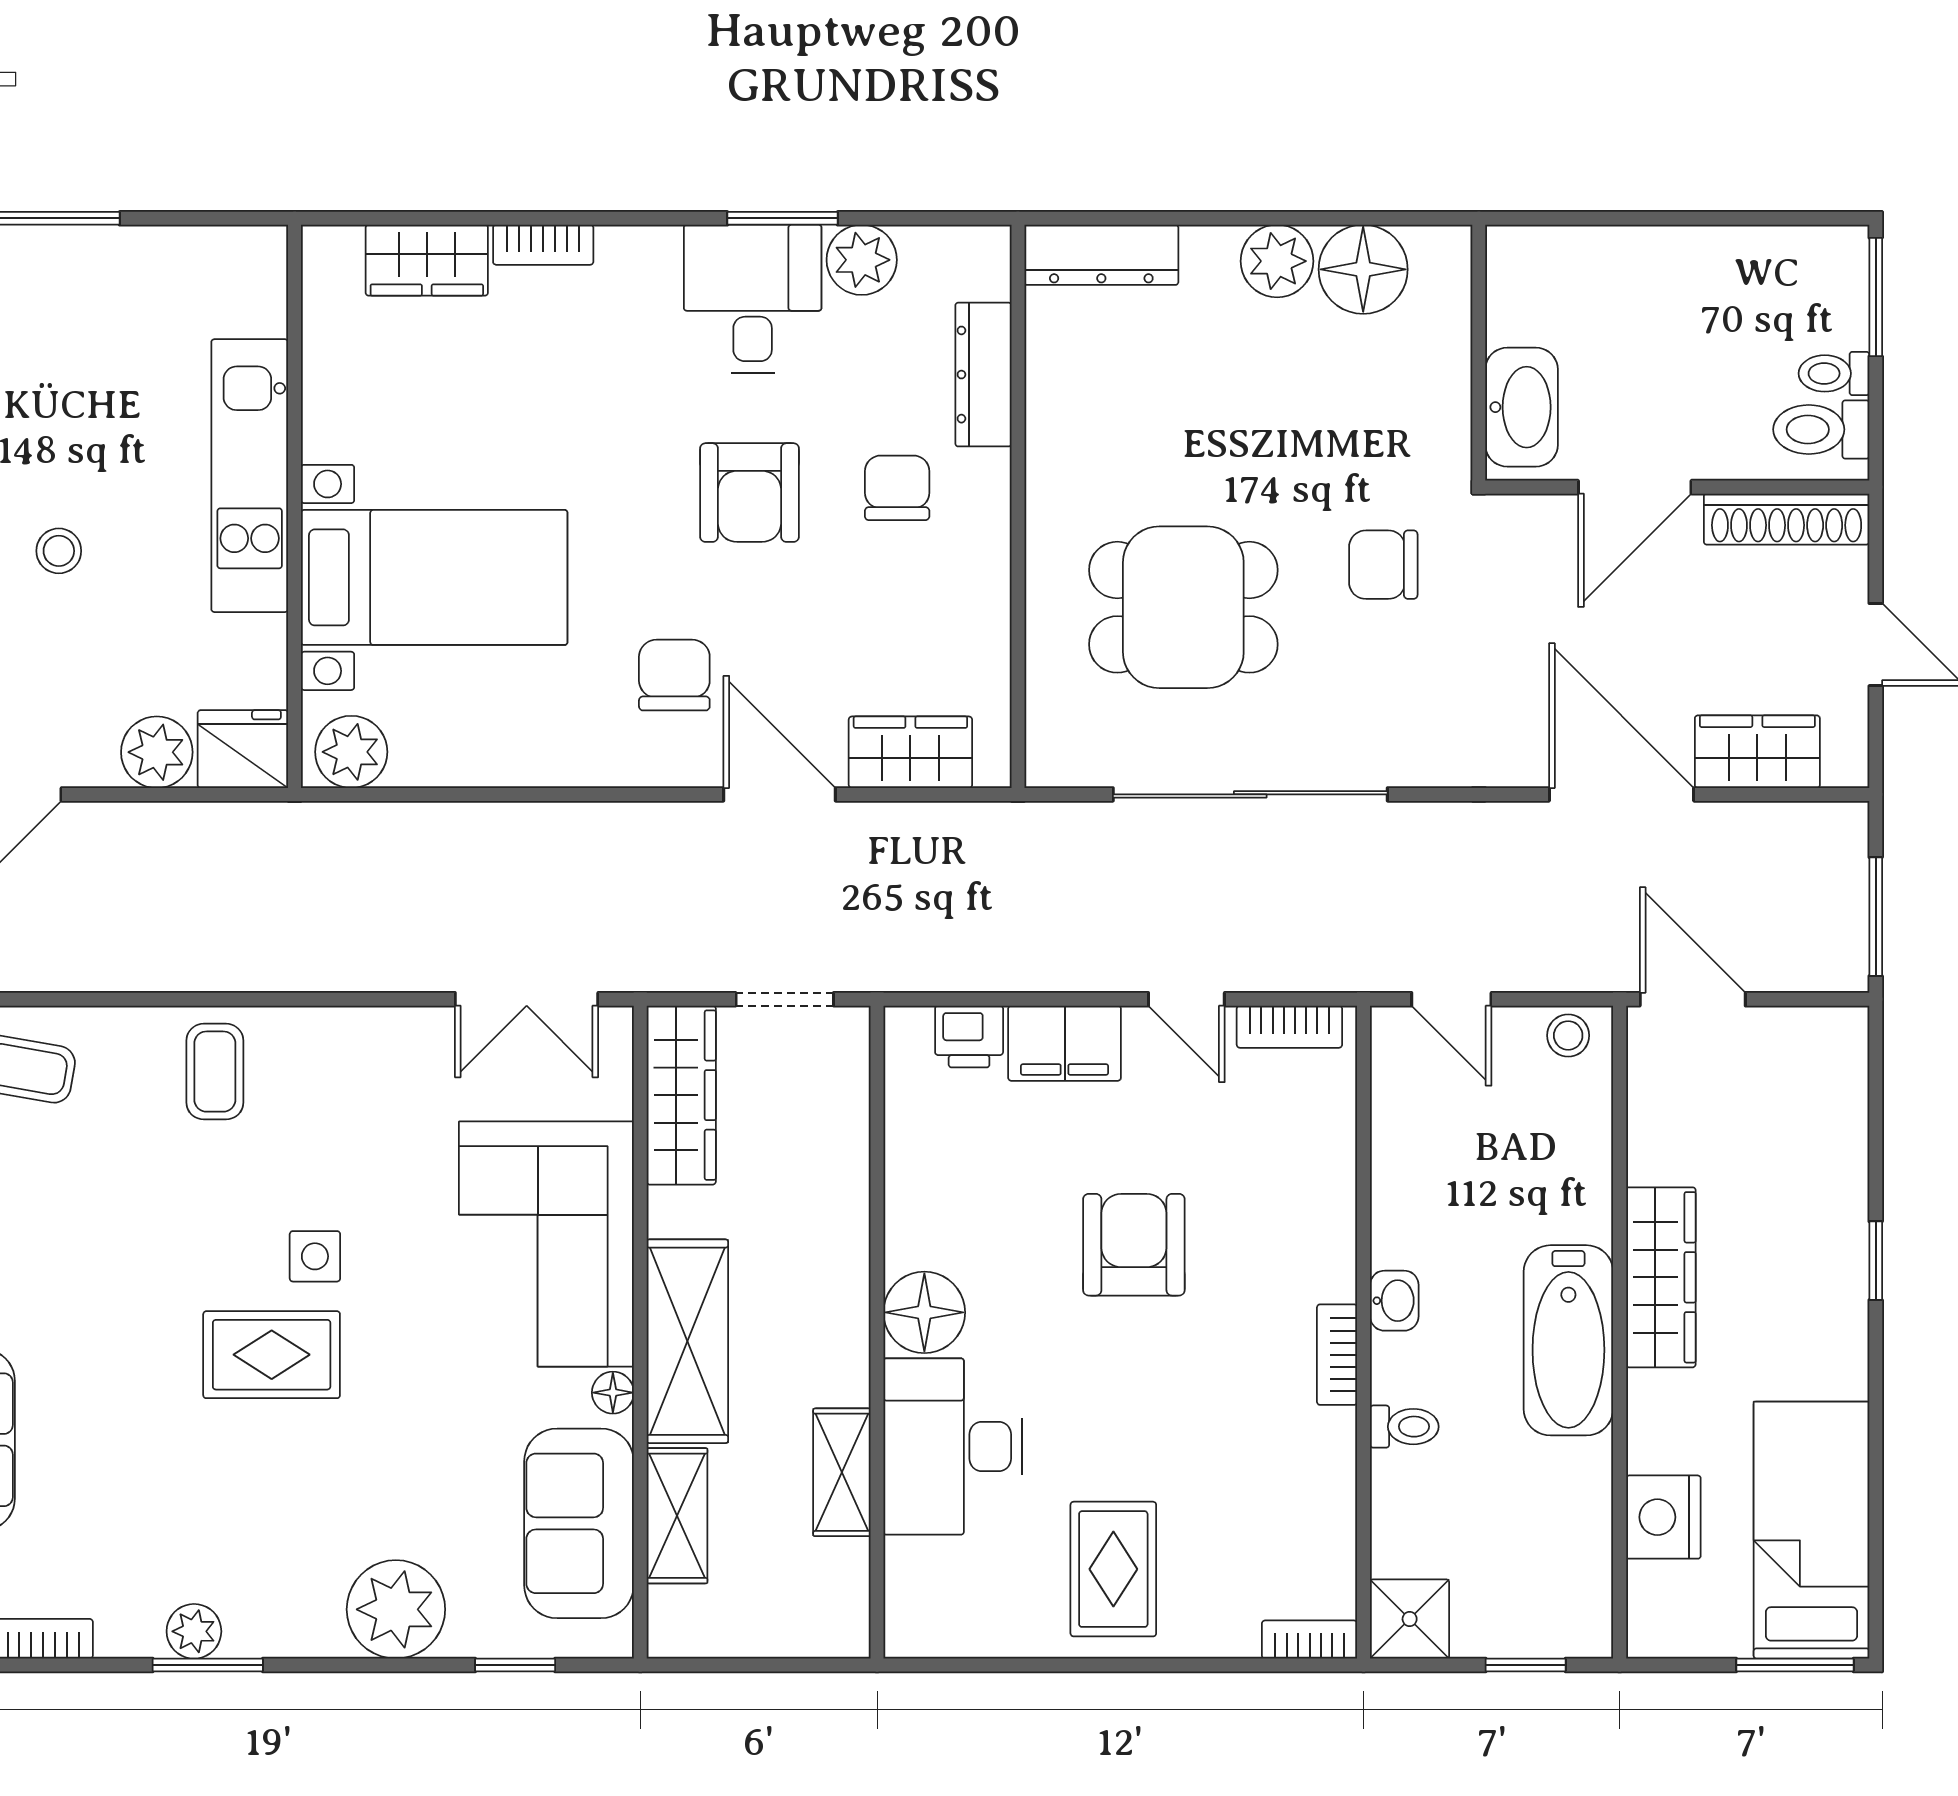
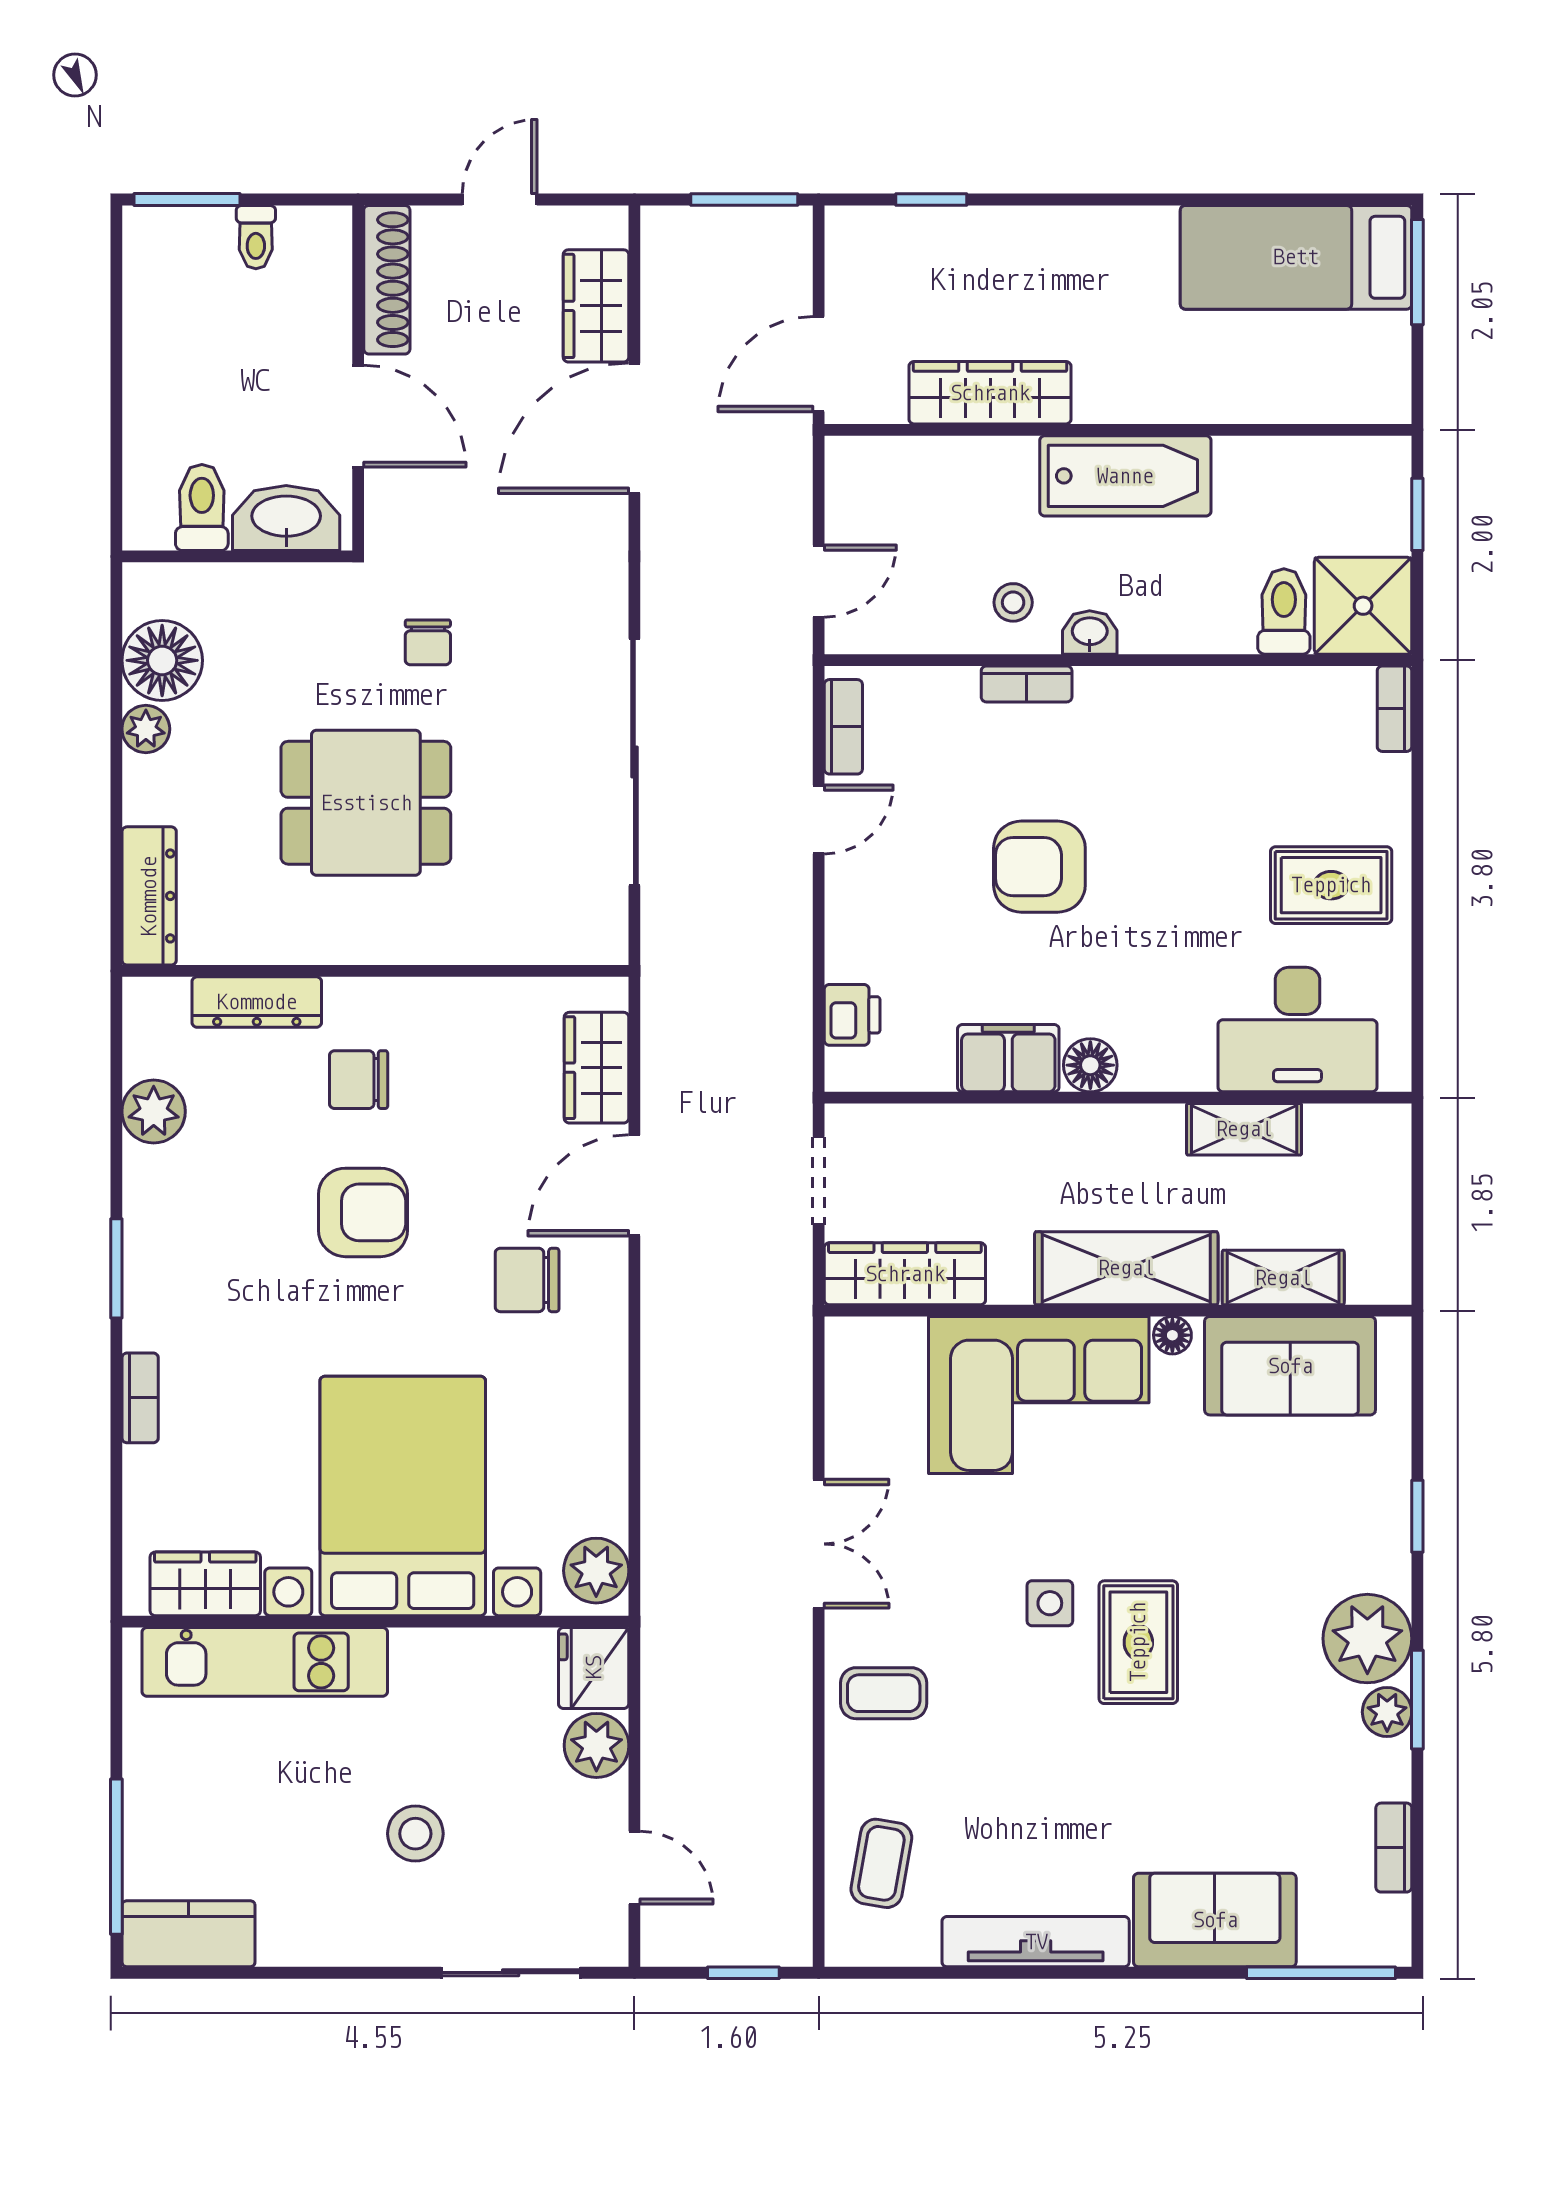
window: (783, 218) -> (116, 1268), moved
wardrobe: (427, 260) -> (205, 1584), moved, turned -90
plant: (1277, 261) -> (146, 729), width x0.73, depth x0.73
desk: (753, 299) -> (189, 1210), removed
toilet: (1821, 429) -> (202, 507), moved, turned 180
kitchen unit: (250, 476) -> (265, 1662), moved
stool: (59, 551) -> (415, 1834), width x1.37, depth x1.37
chair: (1383, 565) -> (428, 642), width x0.73, depth x0.73
bed with nightstands: (434, 577) -> (403, 1496), width x1.36
dining table: (1183, 607) -> (366, 803), moved, turned 90
double door: (527, 999) -> (819, 1544), moved
stool: (1568, 1035) -> (1013, 602), moved
filing cabinet: (1065, 1043) -> (1008, 1058), moved, turned -90
window: (1876, 1261) -> (931, 199), moved
wardrobe: (1661, 1277) -> (990, 393), moved
floor lamp: (924, 1312) -> (1090, 1065), width x0.73, depth x0.73
bookcase: (1337, 1355) -> (1027, 684), moved
toilet: (1404, 1427) -> (1284, 612), moved, width x1.37, depth x1.39
desk: (953, 1447) -> (1297, 1030), moved
nightstand: (1663, 1517) -> (1284, 390), removed
plant: (396, 1609) -> (1367, 1639), moved
shower: (1410, 1619) -> (1363, 606), width x1.36, depth x1.36
window: (515, 1665) -> (1417, 1516), moved

